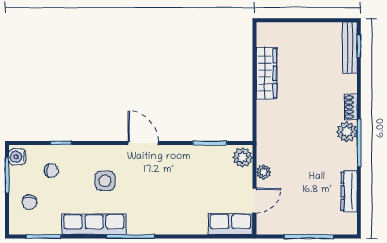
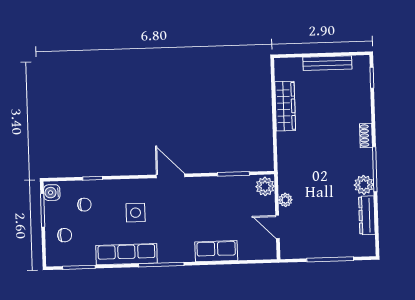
bench: (350, 48) -> (327, 63), moved, turned 90
plant: (347, 132) -> (364, 185), moved
door: (254, 200) -> (278, 227), swing flipped
chair: (29, 202) -> (65, 235), turned -90
row of seats: (230, 224) -> (216, 251), moved

